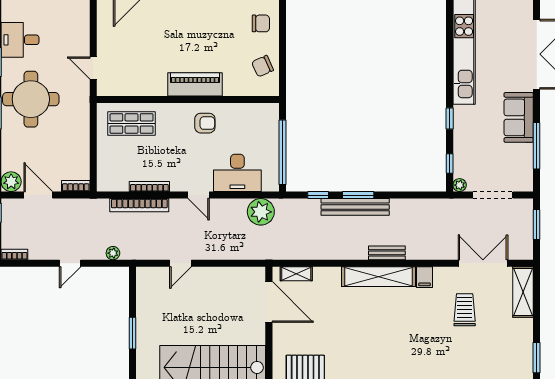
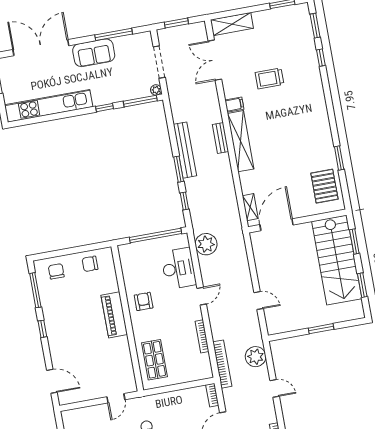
chair: (263, 66) -> (90, 264), turned 114
window: (450, 163) -> (140, 101), width x2.17
bookcase: (139, 205) -> (222, 364), moved
bench: (355, 207) -> (185, 150), moved
plant: (113, 253) -> (256, 357), width x1.87, depth x1.87
trolley: (465, 310) -> (270, 78), moved

